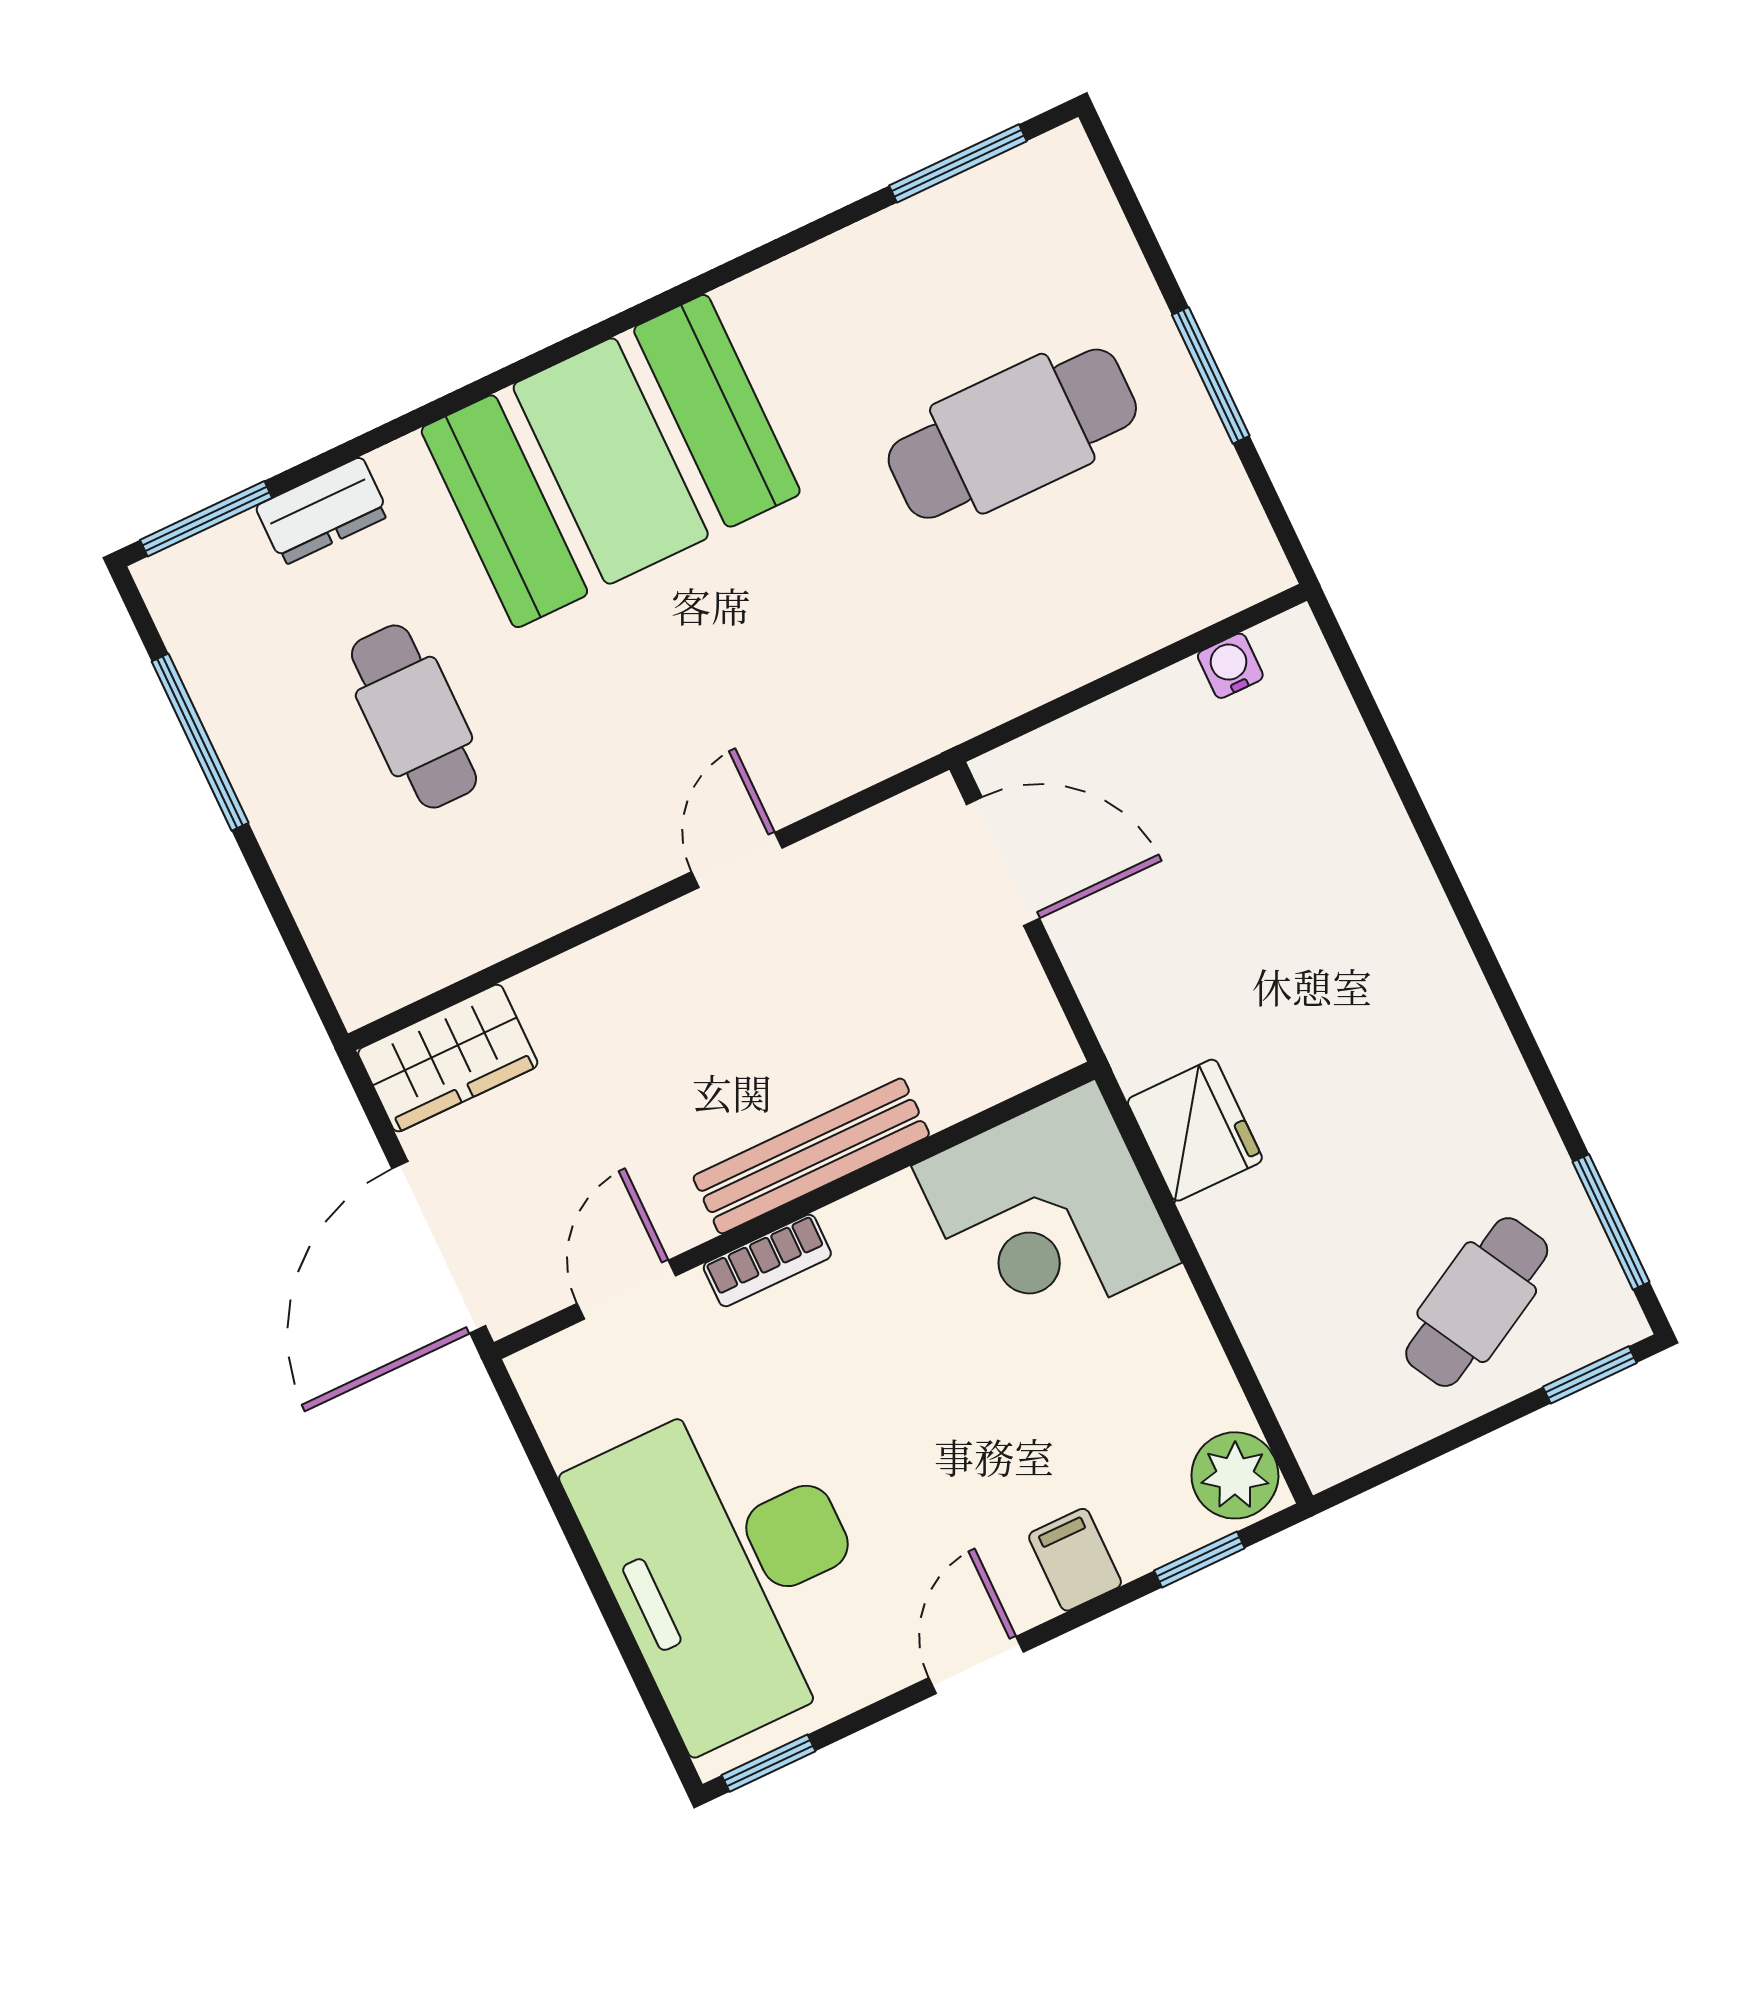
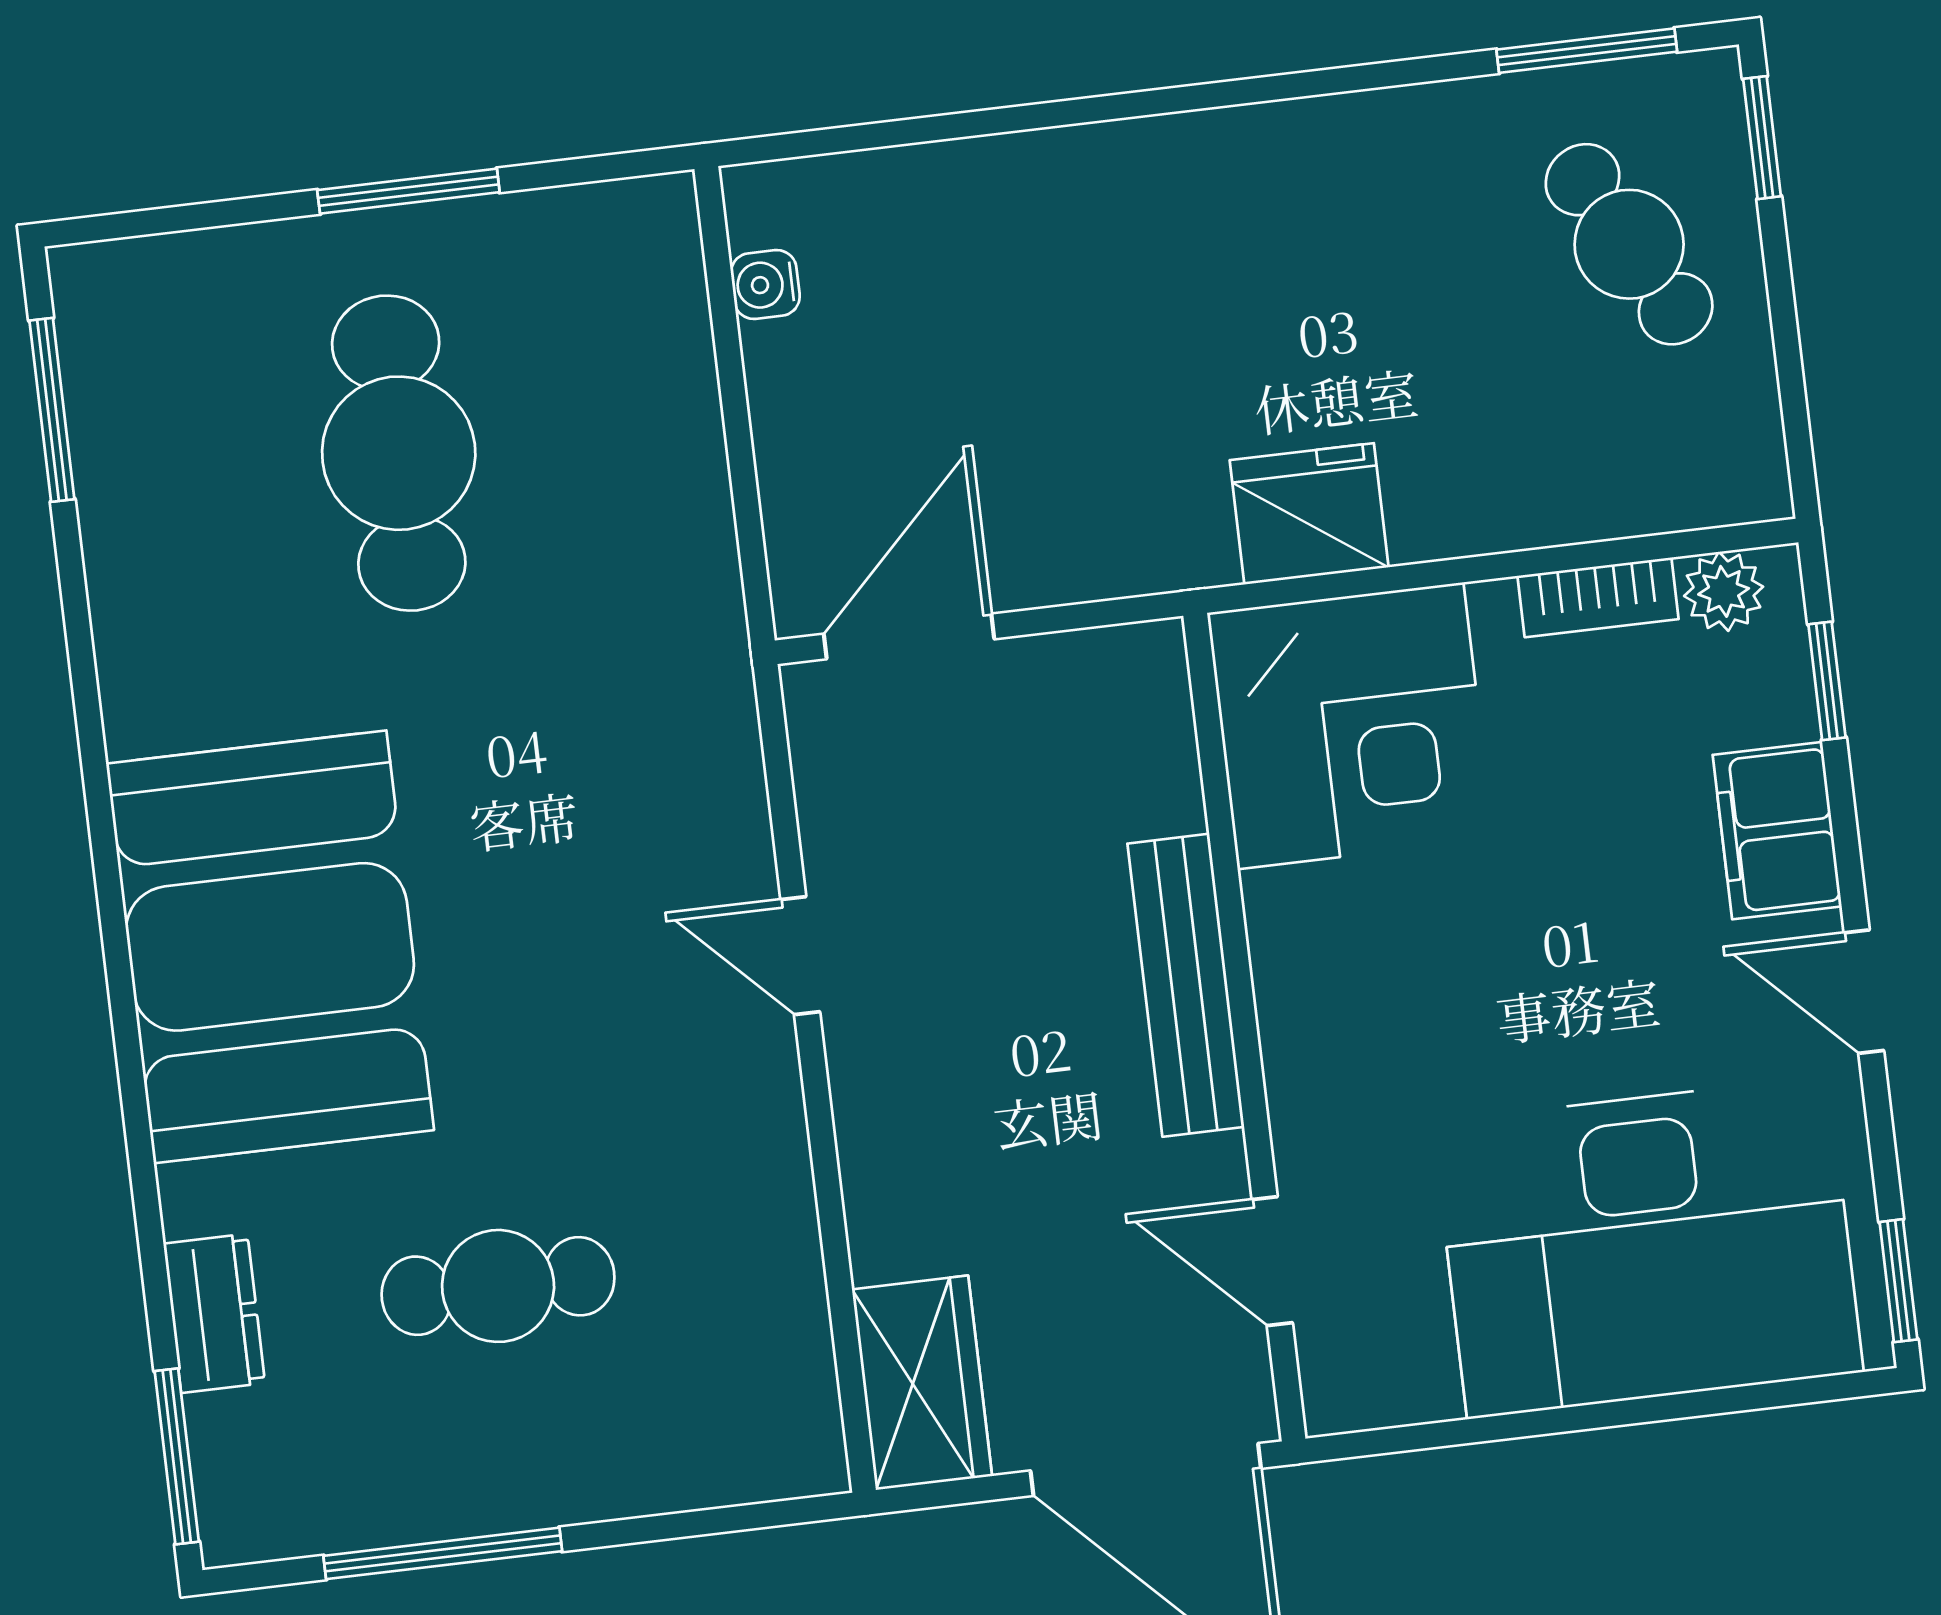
bookcase: (767, 1260) -> (1598, 597), moved, turned 90
plant: (1235, 1475) -> (1724, 591), width x0.73, depth x0.73
filing cabinet: (1075, 1560) -> (1777, 831), width x2.00

